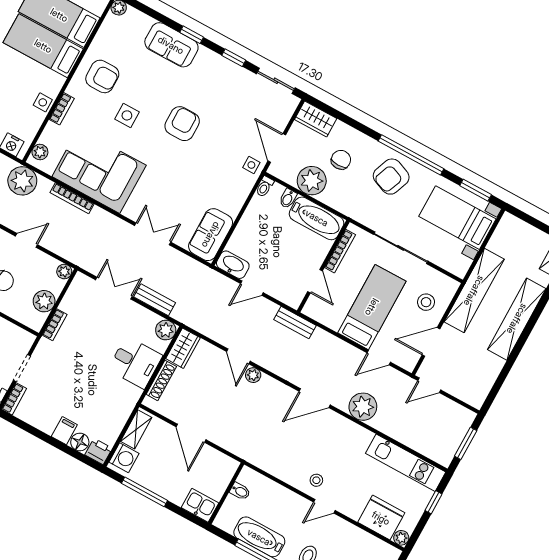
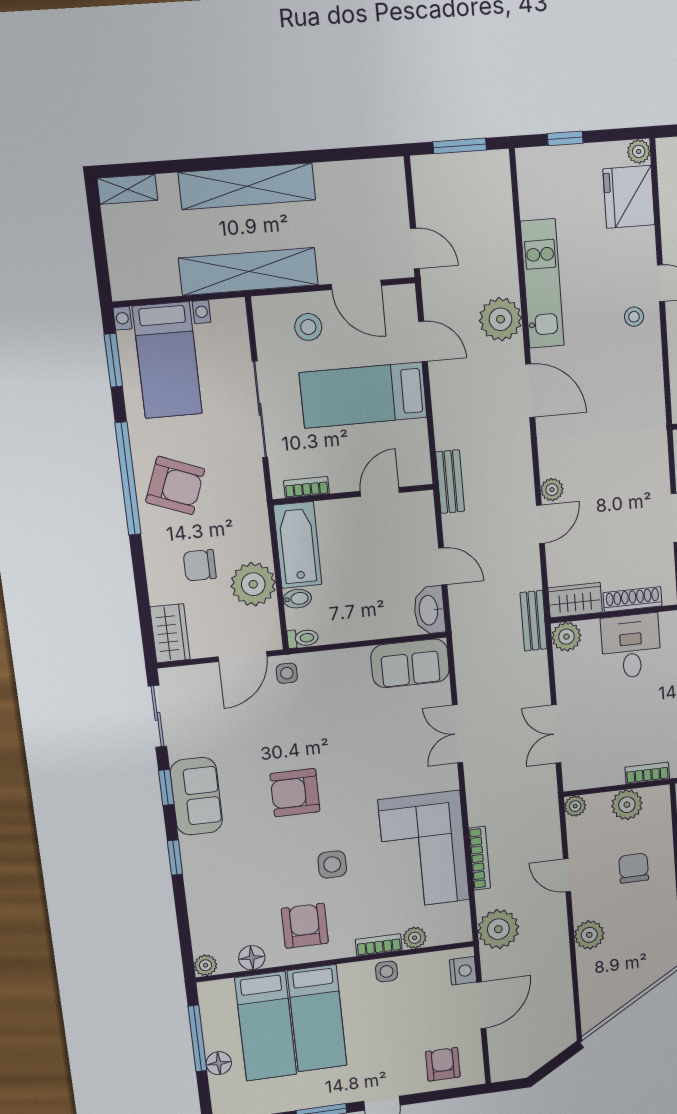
floor lamp: (105, 35) -> (252, 958), added
sofa: (171, 45) -> (196, 796), moved
plant: (40, 152) -> (415, 938), moved
bookcase: (340, 251) -> (306, 487), width x0.64
bench: (155, 300) -> (534, 621), moved
kitchen unit: (406, 463) -> (542, 284), moved

